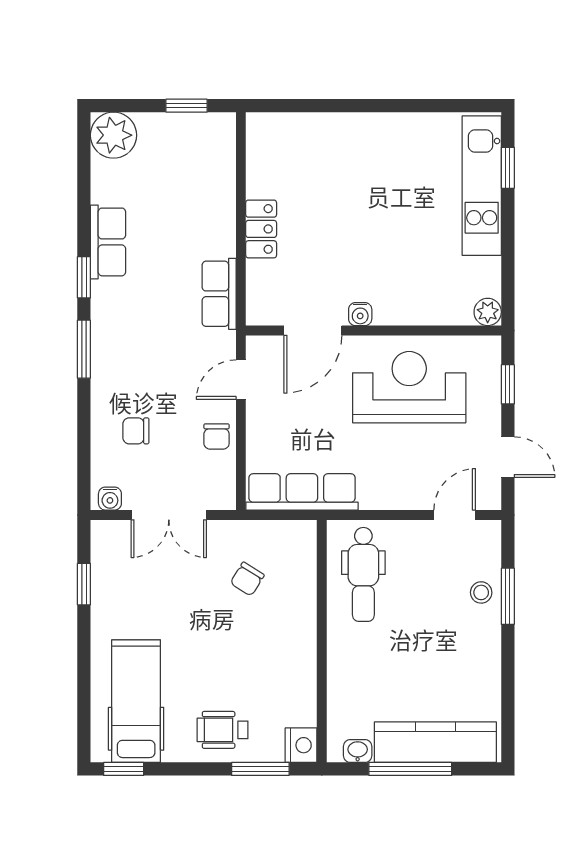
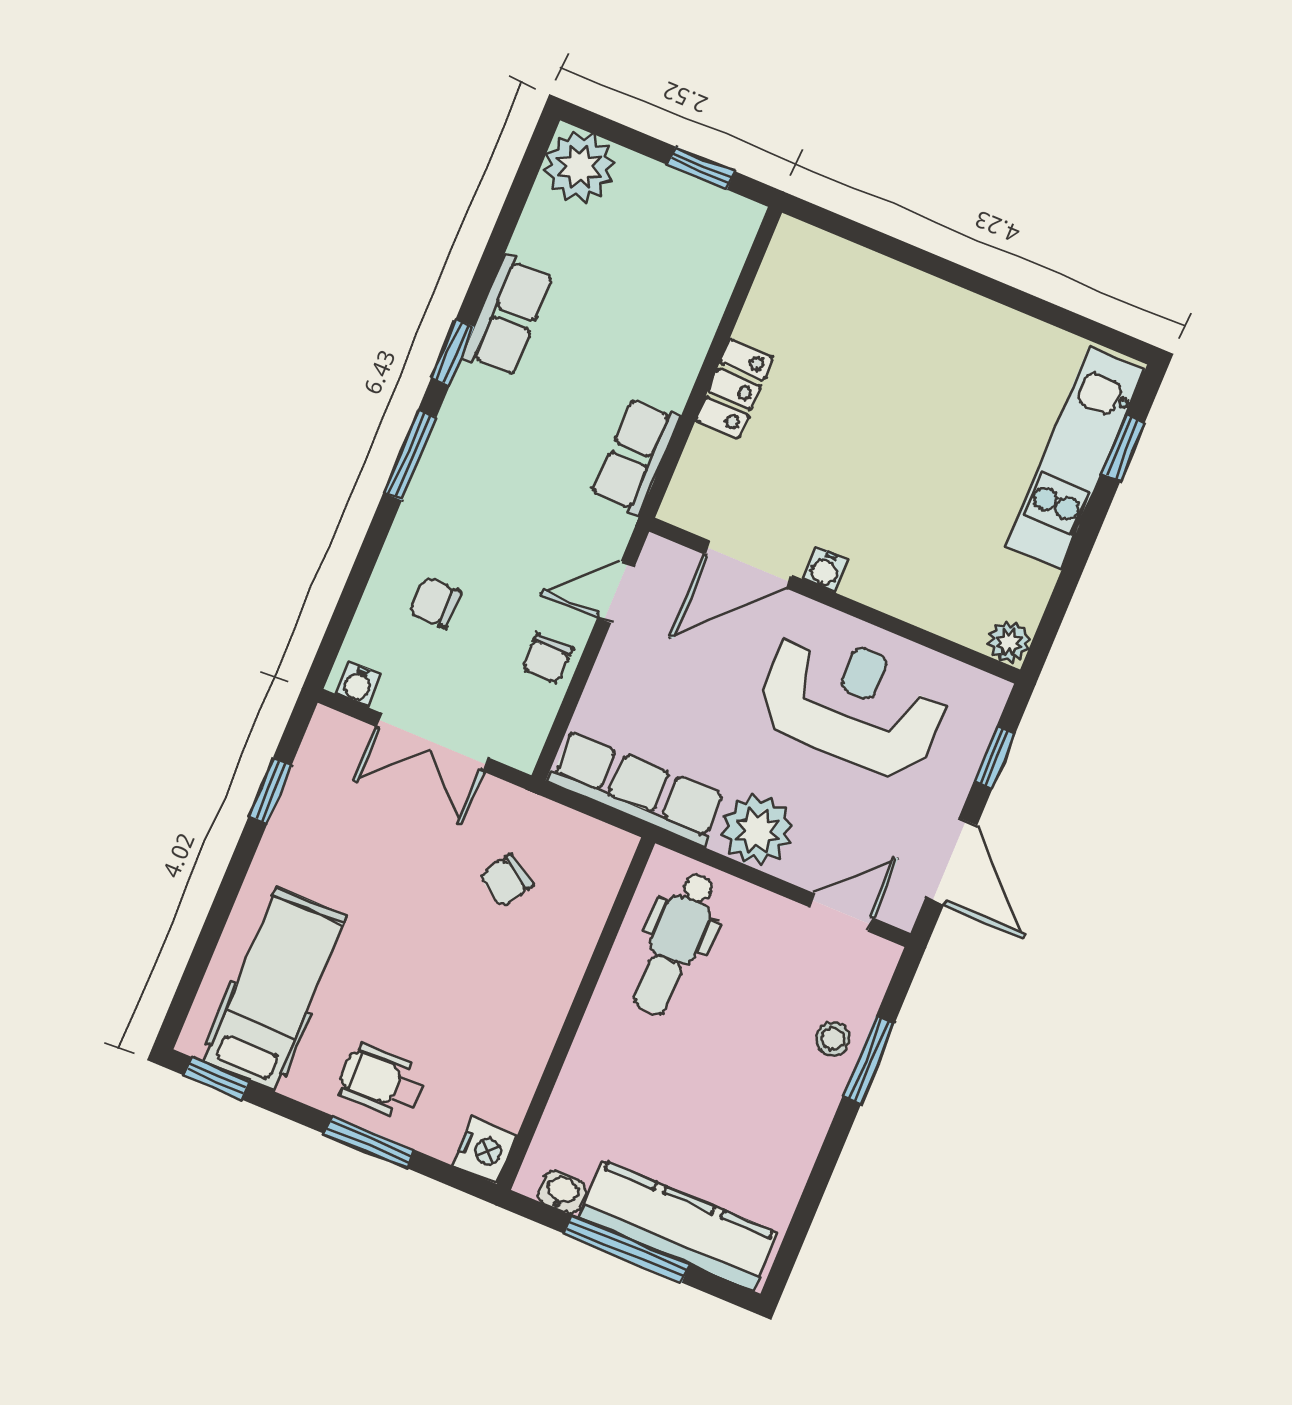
door: (508, 457) -> (951, 861), width x1.38
plant: (384, 487) -> (757, 830), added
window: (260, 769) -> (369, 1142), moved

